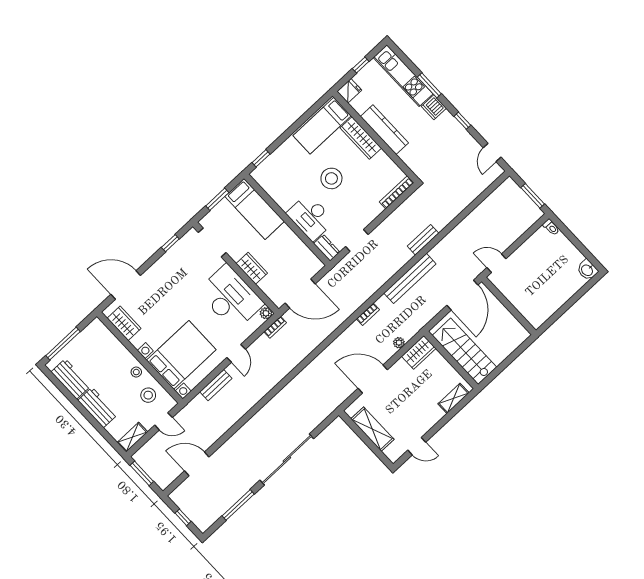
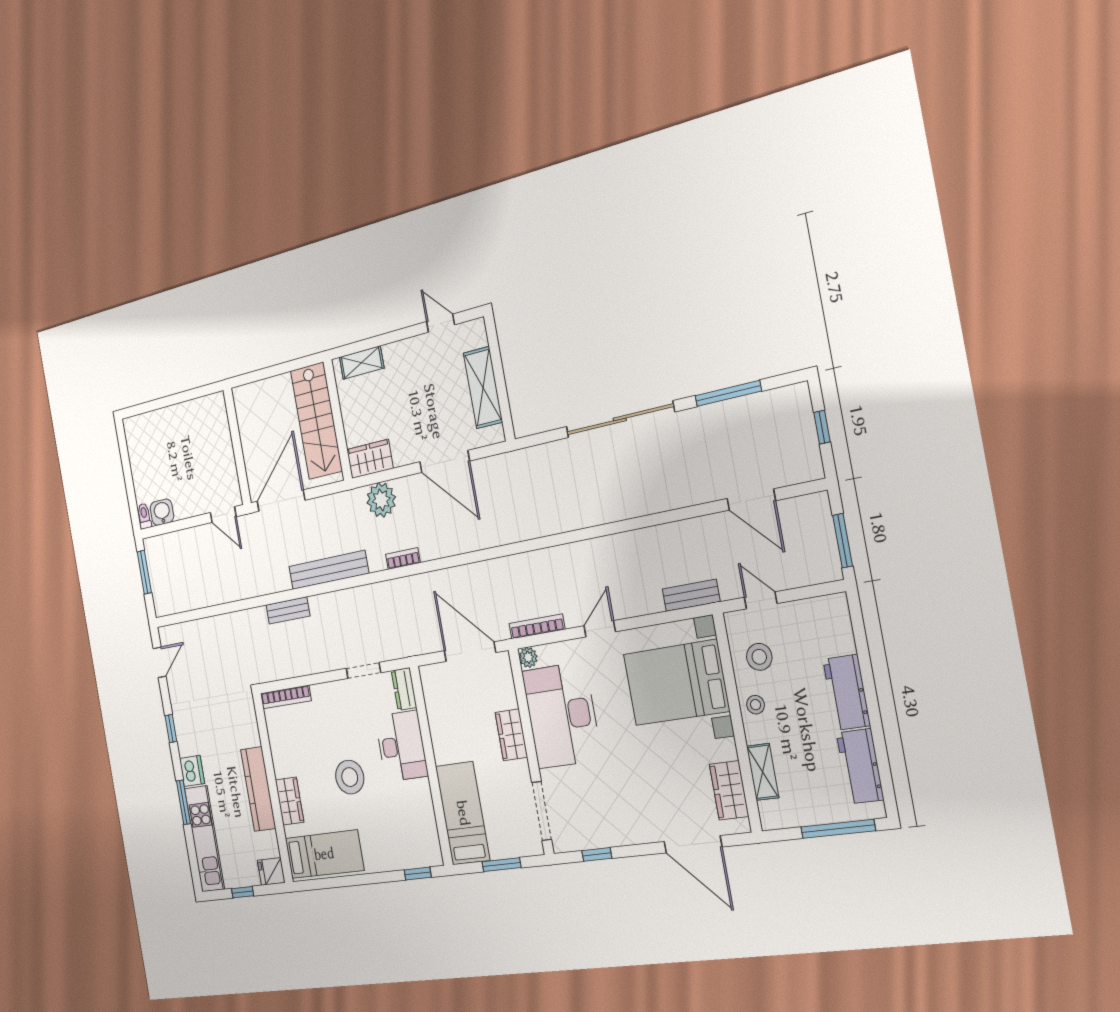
wardrobe: (361, 138) -> (290, 801), width x0.67
washbasin: (587, 270) -> (162, 512), moved, turned -90
bookcase: (275, 327) -> (537, 626), width x1.56
plant: (399, 343) -> (381, 500), width x1.87, depth x1.87
bench: (216, 385) -> (691, 595), moved
shelving: (132, 437) -> (763, 772), moved, turned 90

